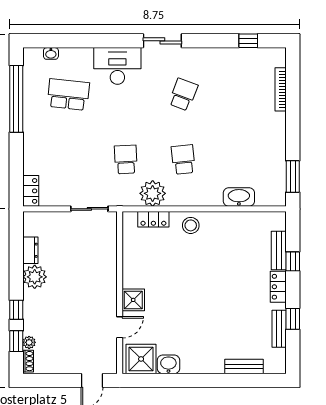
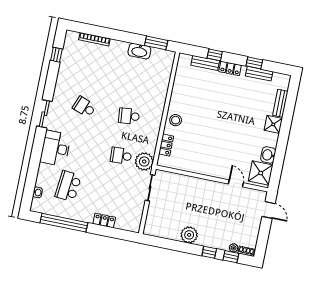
locker: (31, 191) -> (104, 220), moved
plant: (153, 193) -> (144, 161), moved
washbasin: (239, 197) -> (139, 51), moved, turned -90
dresser: (30, 250) -> (170, 234), removed
shower: (133, 300) -> (273, 124), moved

